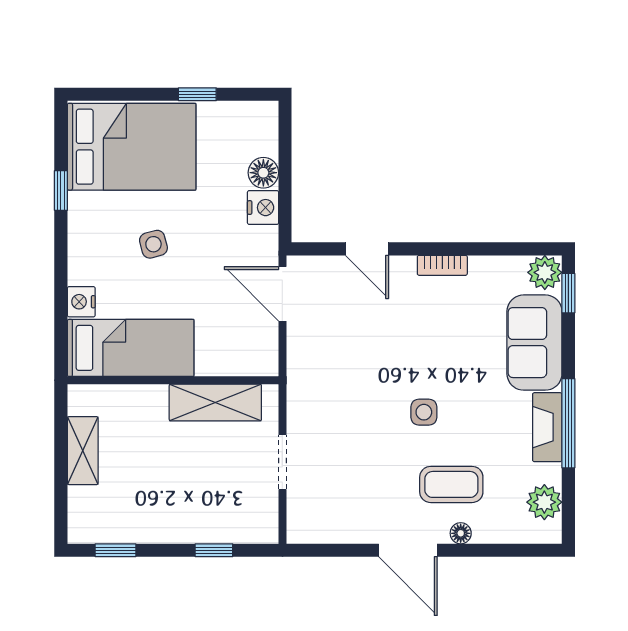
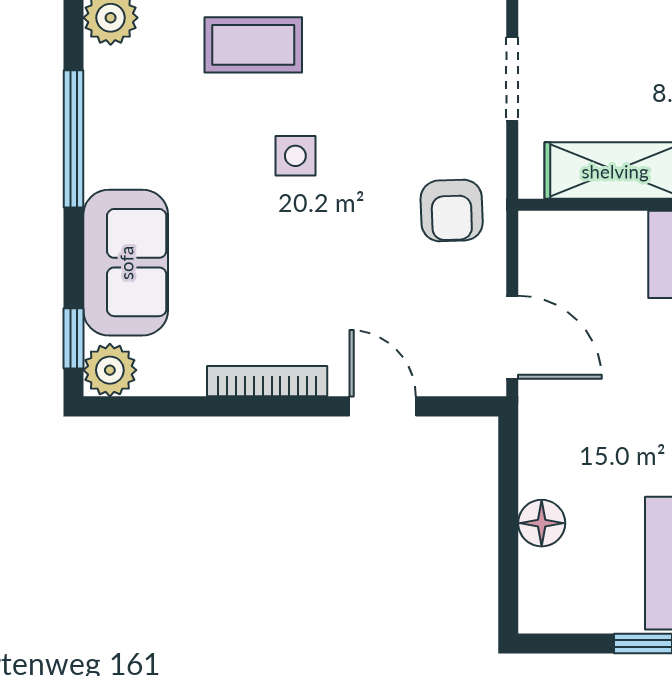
nightstand: (263, 208) -> (542, 470), removed
bookcase: (442, 265) -> (267, 381), width x1.56
armchair: (322, 377) -> (452, 210), added
fireplace: (547, 427) -> (106, 133), removed

